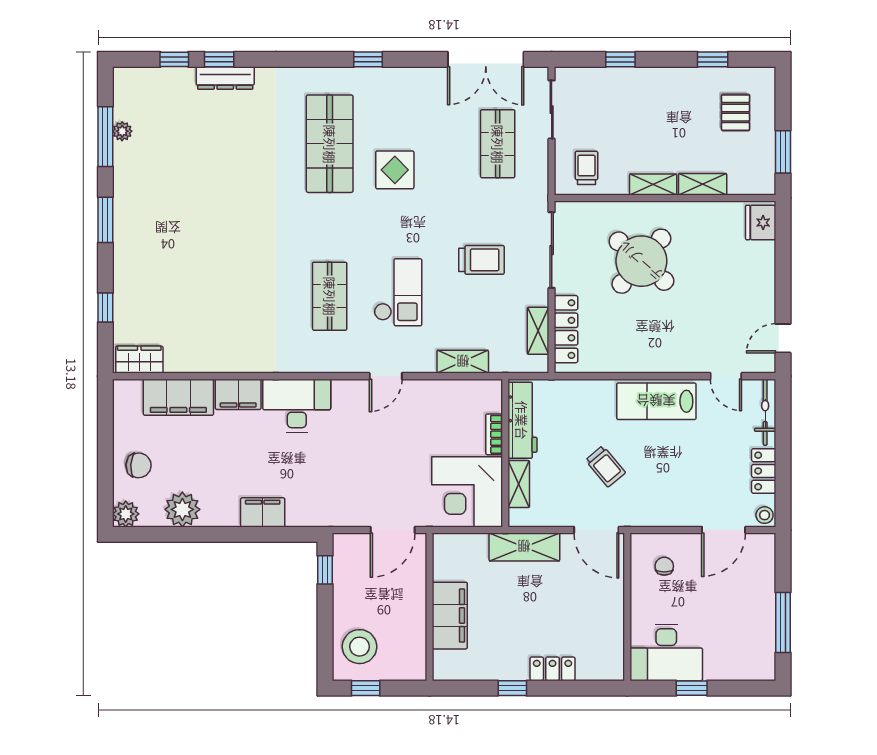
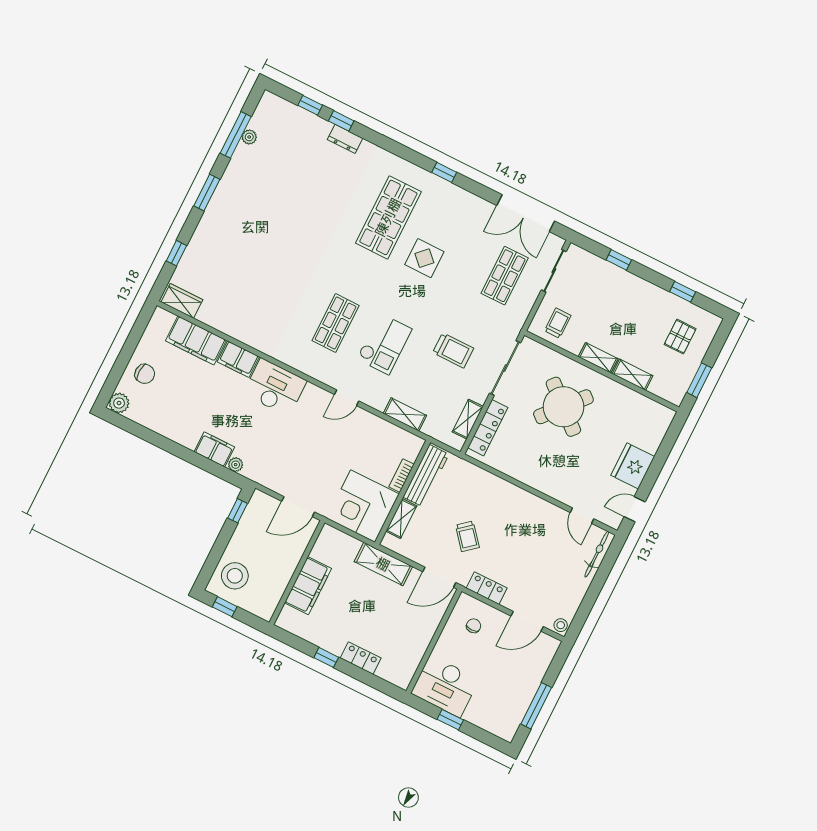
dresser: (225, 78) -> (345, 139), width x0.70
fridge: (761, 223) -> (633, 466), moved, width x1.36, depth x1.34
lab bench: (656, 401) -> (525, 509), removed
locker: (764, 471) -> (487, 588), moved, turned 90
plant: (182, 509) -> (236, 465), moved, width x0.53, depth x0.53
door: (596, 530) -> (439, 577), hinge flipped

